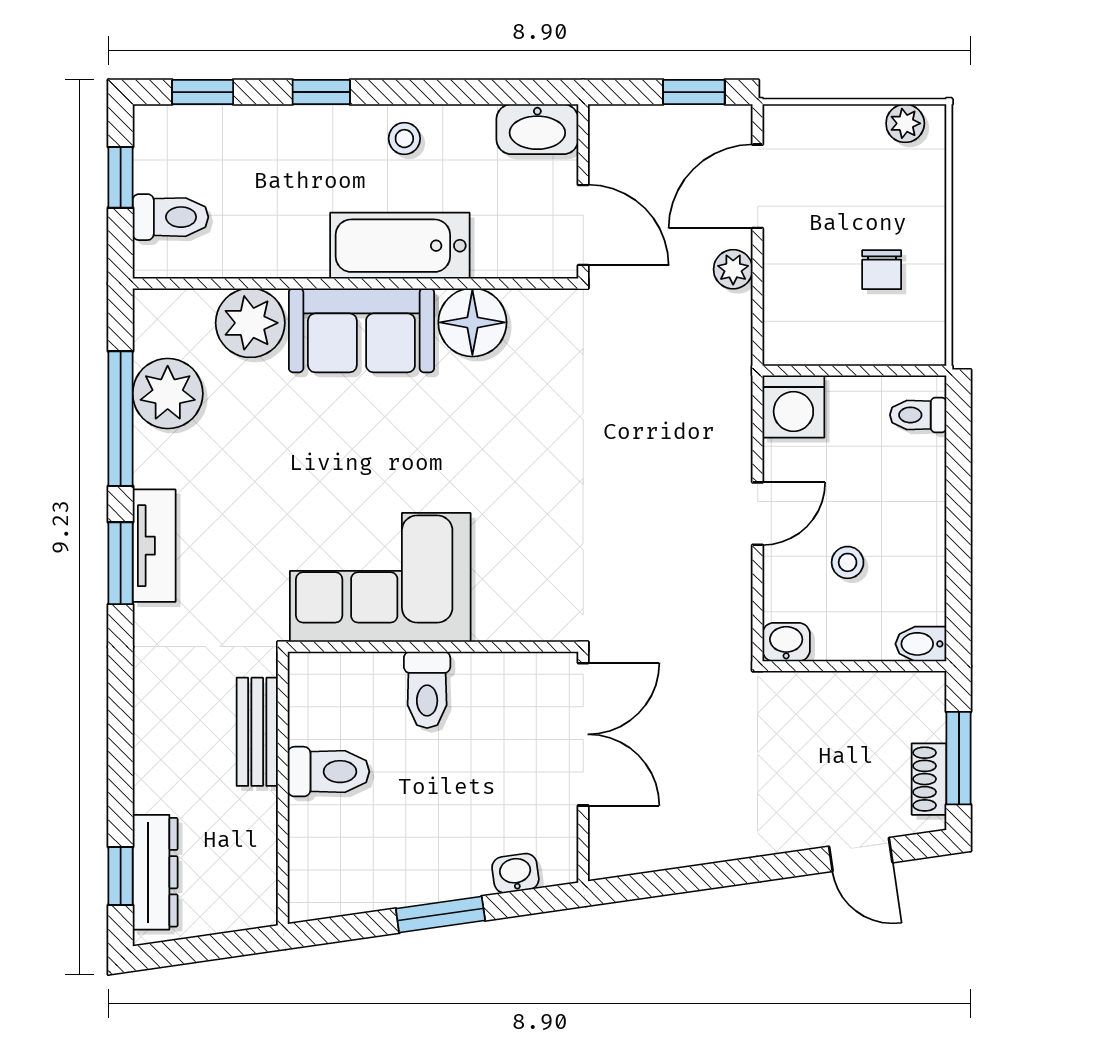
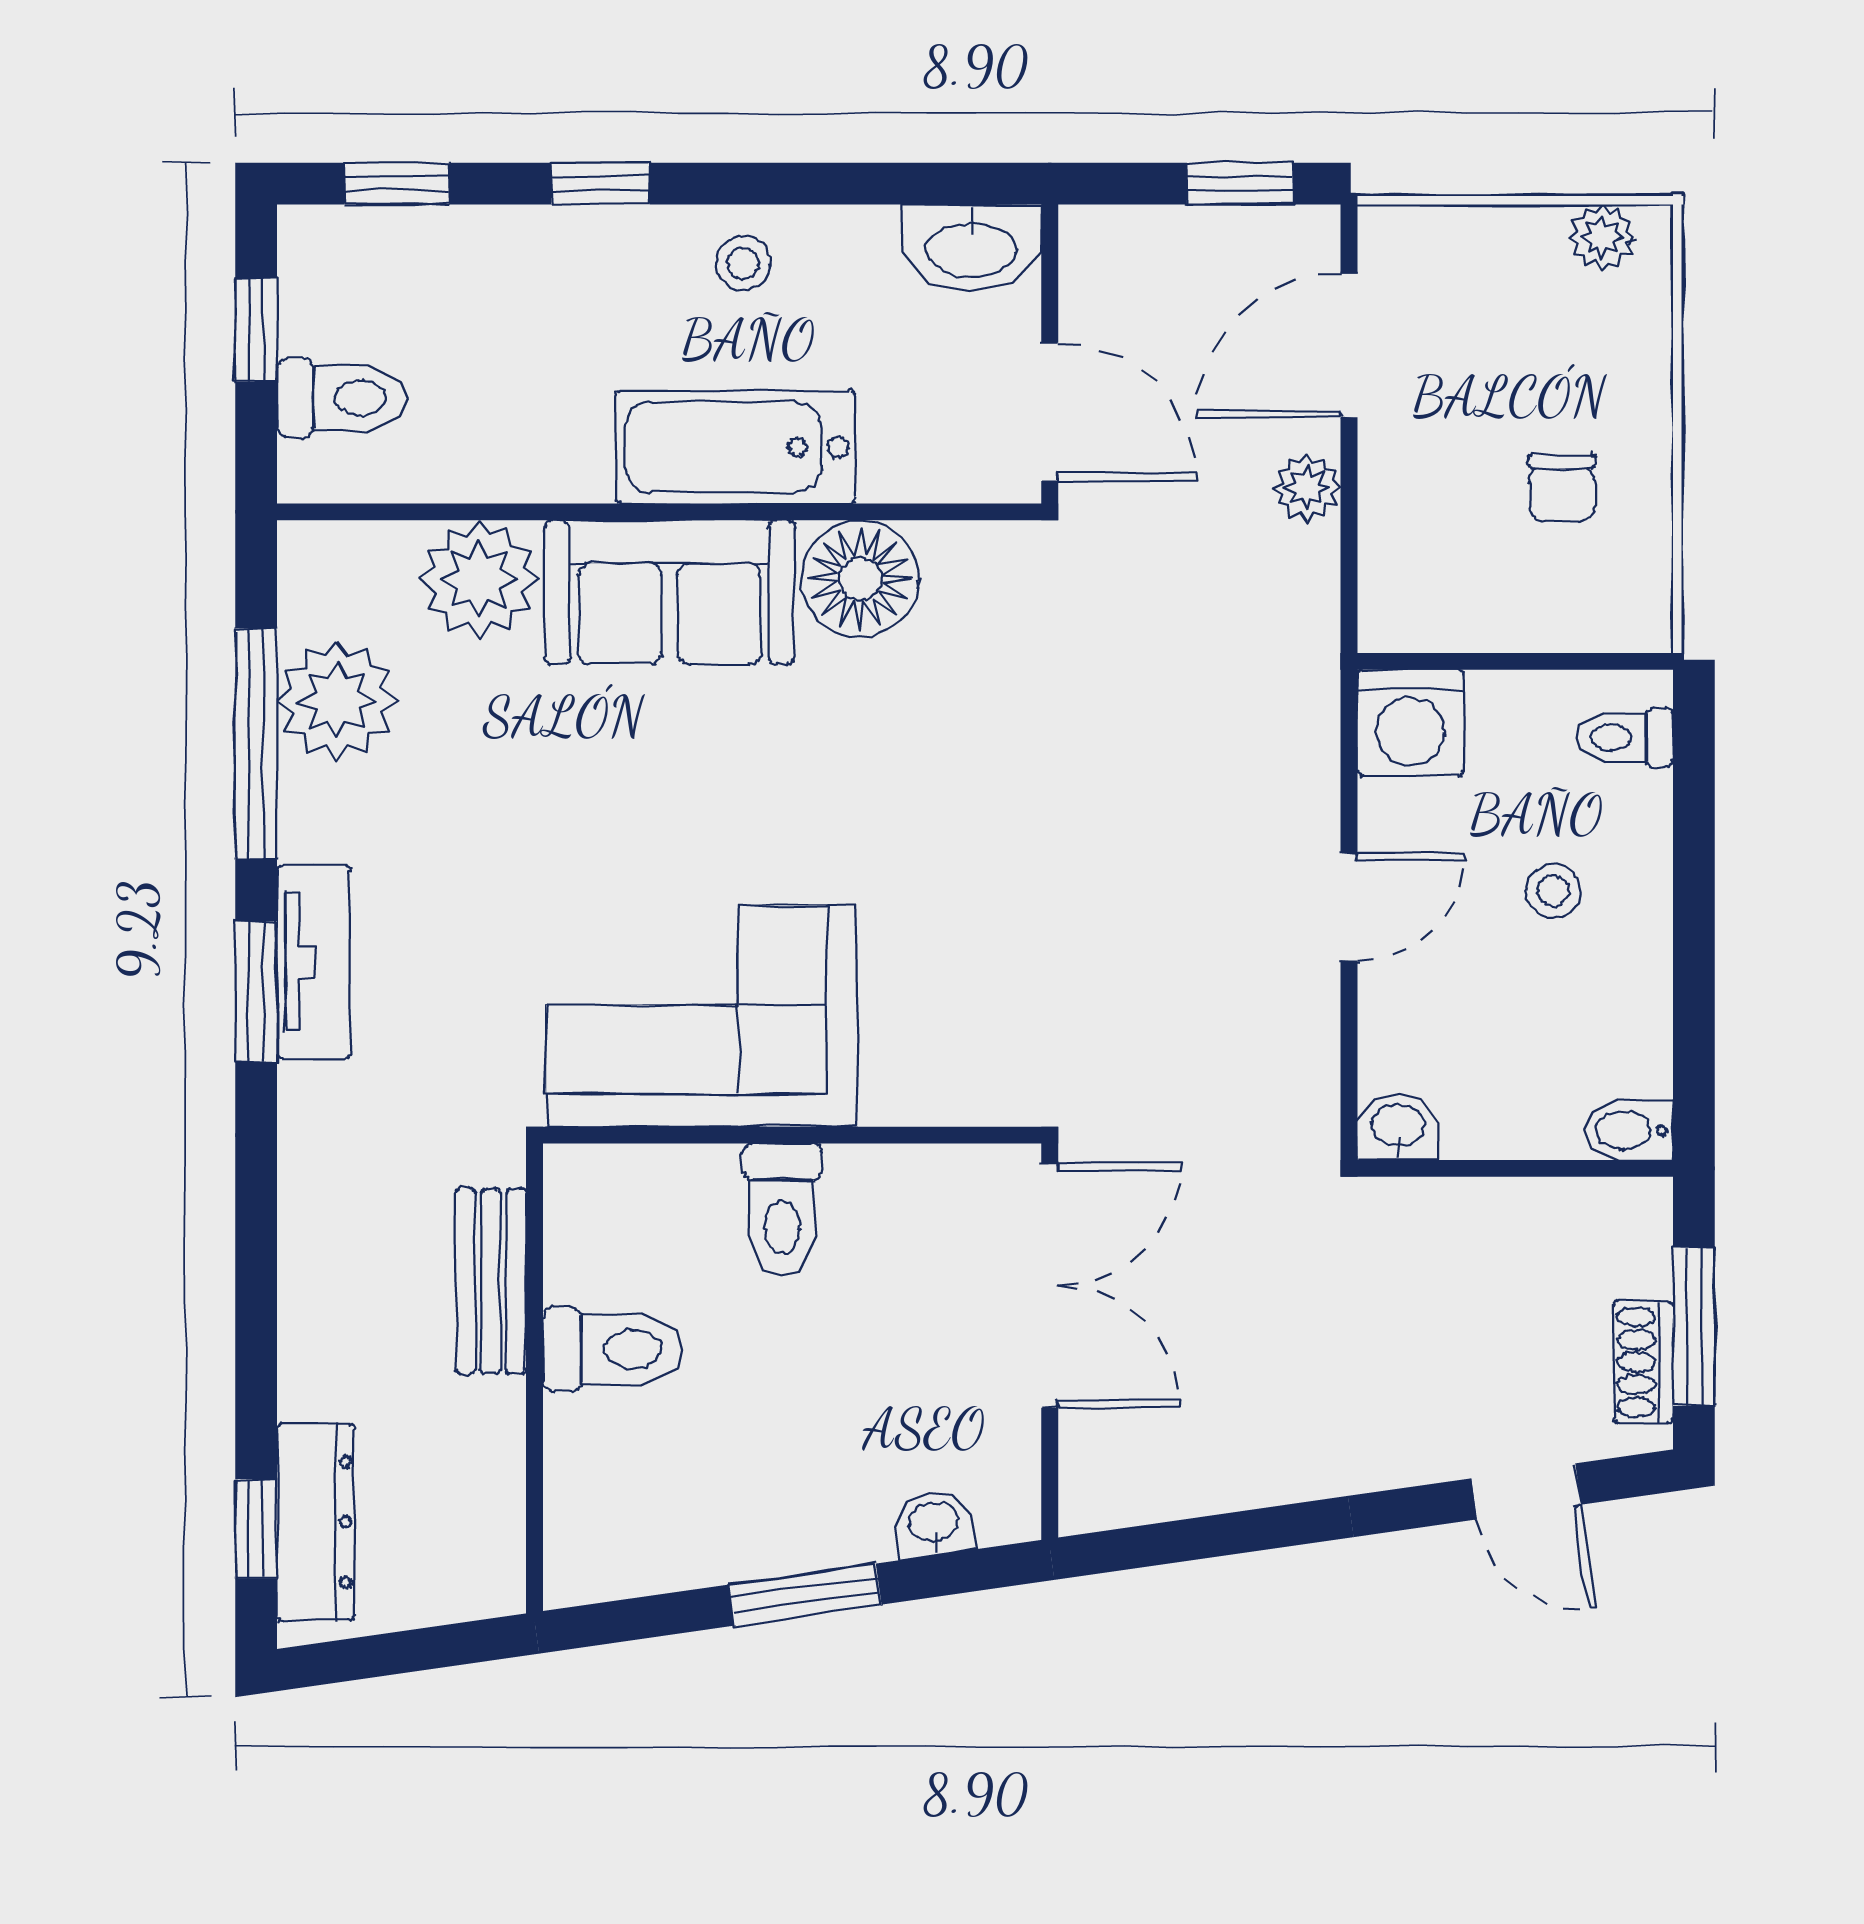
stool: (848, 562) -> (1553, 891), moved

